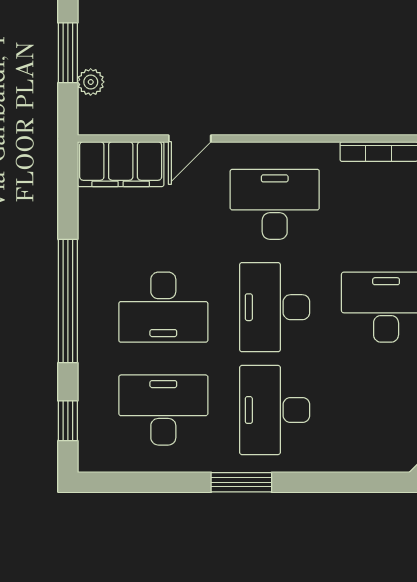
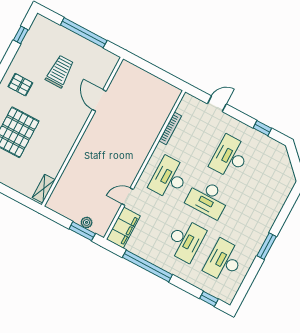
window: (68, 53) -> (82, 231), moved
door: (190, 138) -> (128, 197), swing flipped
window: (68, 301) -> (147, 266), moved
desk: (275, 410) -> (246, 219), removed

